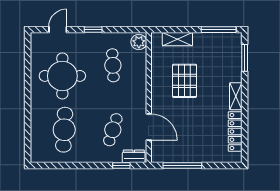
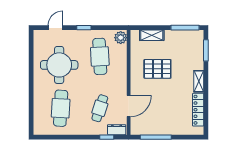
cafe table: (113, 65) -> (100, 56), width x1.37, depth x1.35
pallet: (185, 81) -> (157, 69), turned 90
door: (149, 127) -> (129, 106), hinge flipped

